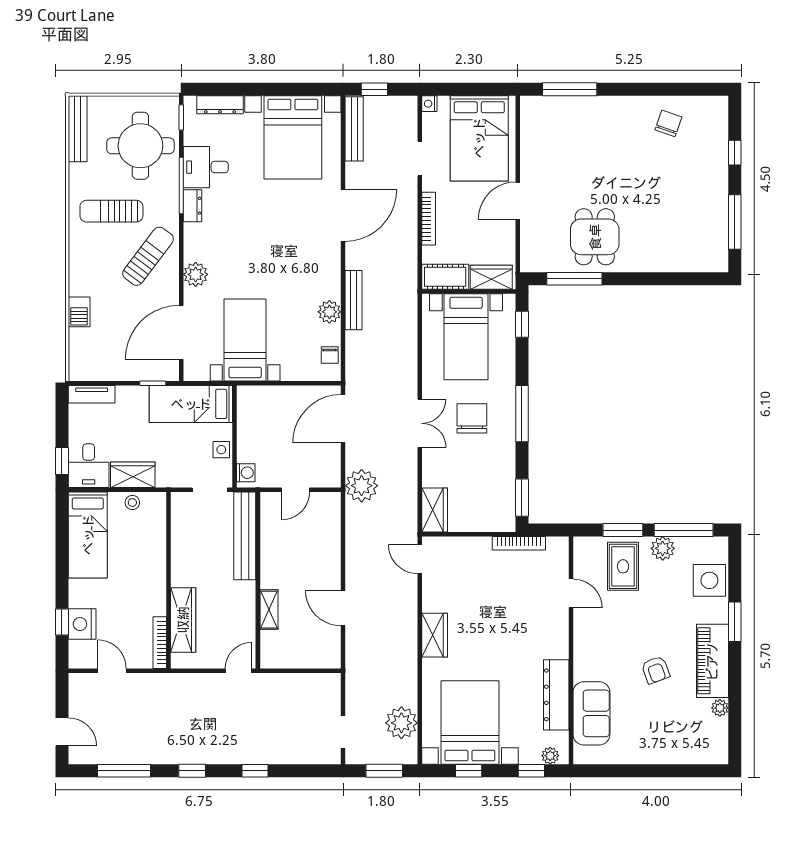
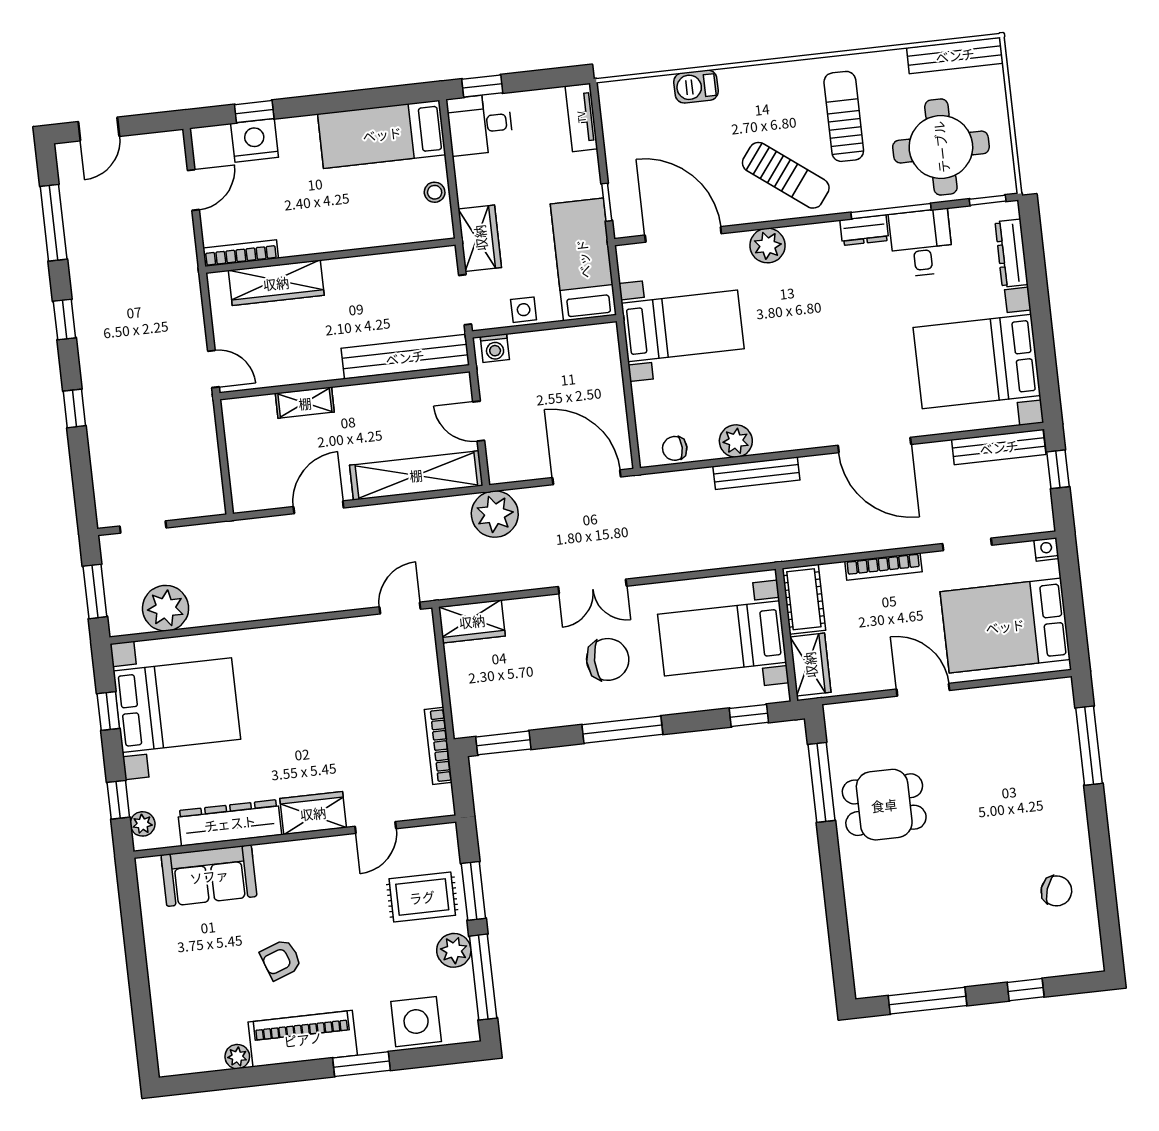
wardrobe: (133, 475) -> (480, 238), moved
shelving: (328, 537) -> (416, 475), added
wardrobe: (435, 635) -> (313, 813), moved, turned 180

